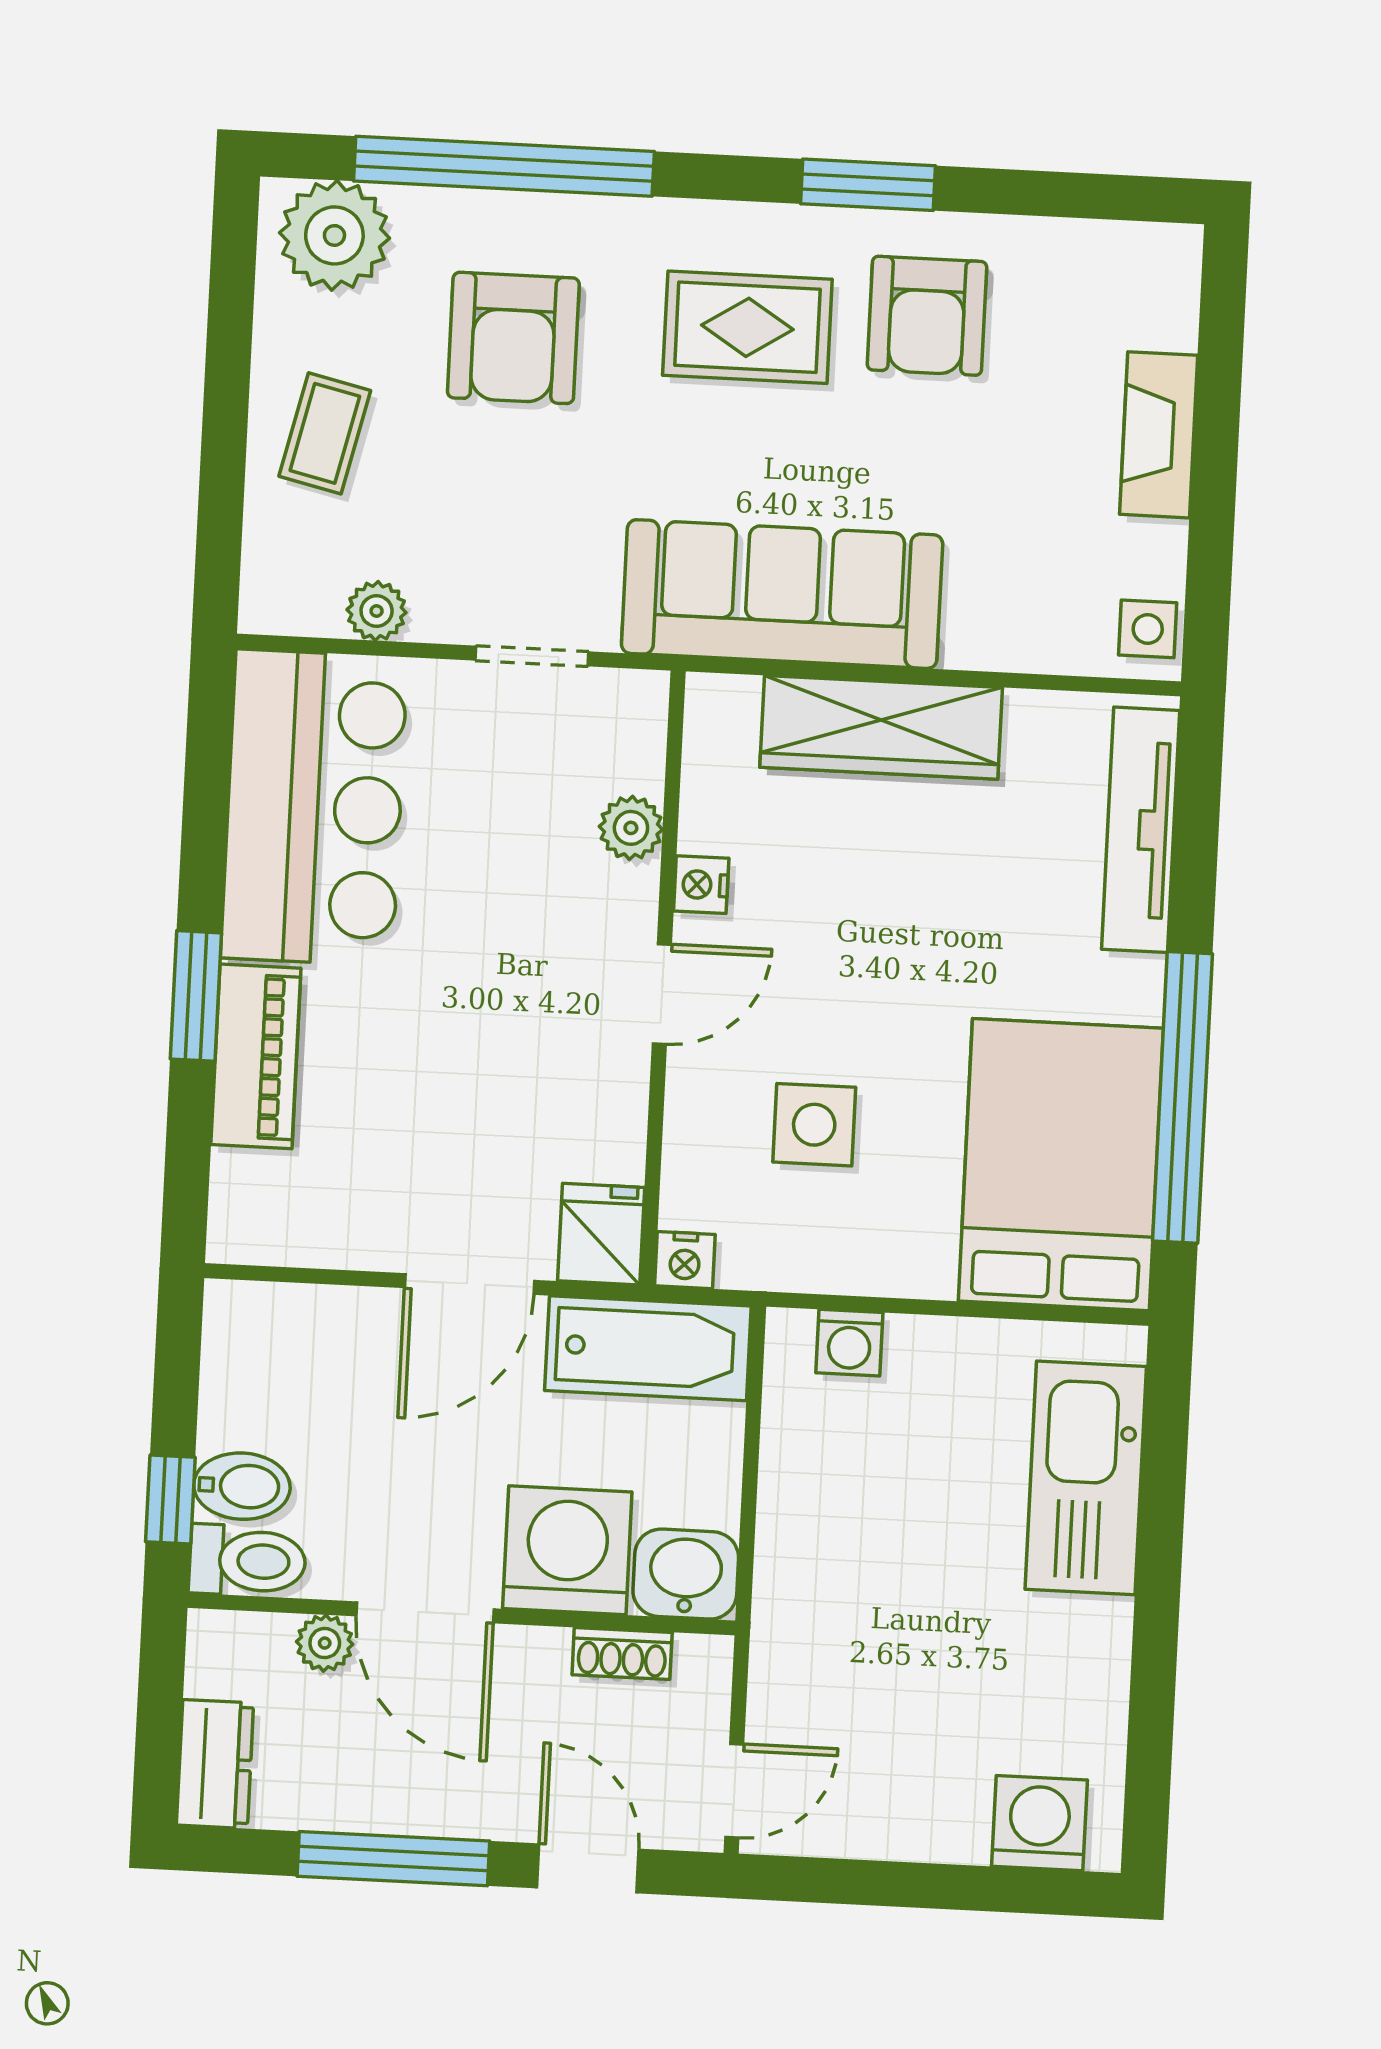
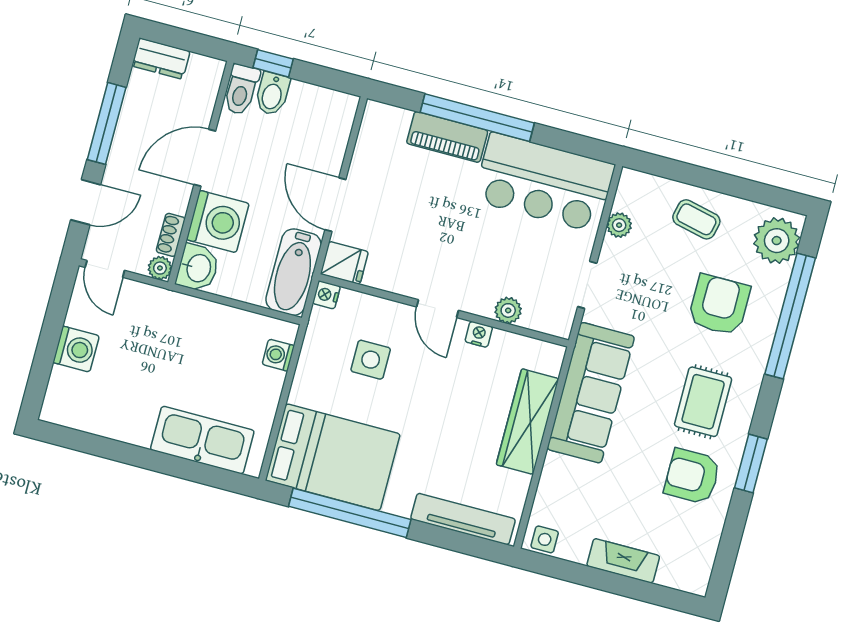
armchair: (513, 338) -> (719, 305), turned 90
window: (196, 996) -> (477, 118), width x2.11
plant: (325, 1643) -> (160, 268), moved
washing machine: (1040, 1823) -> (76, 349), moved

